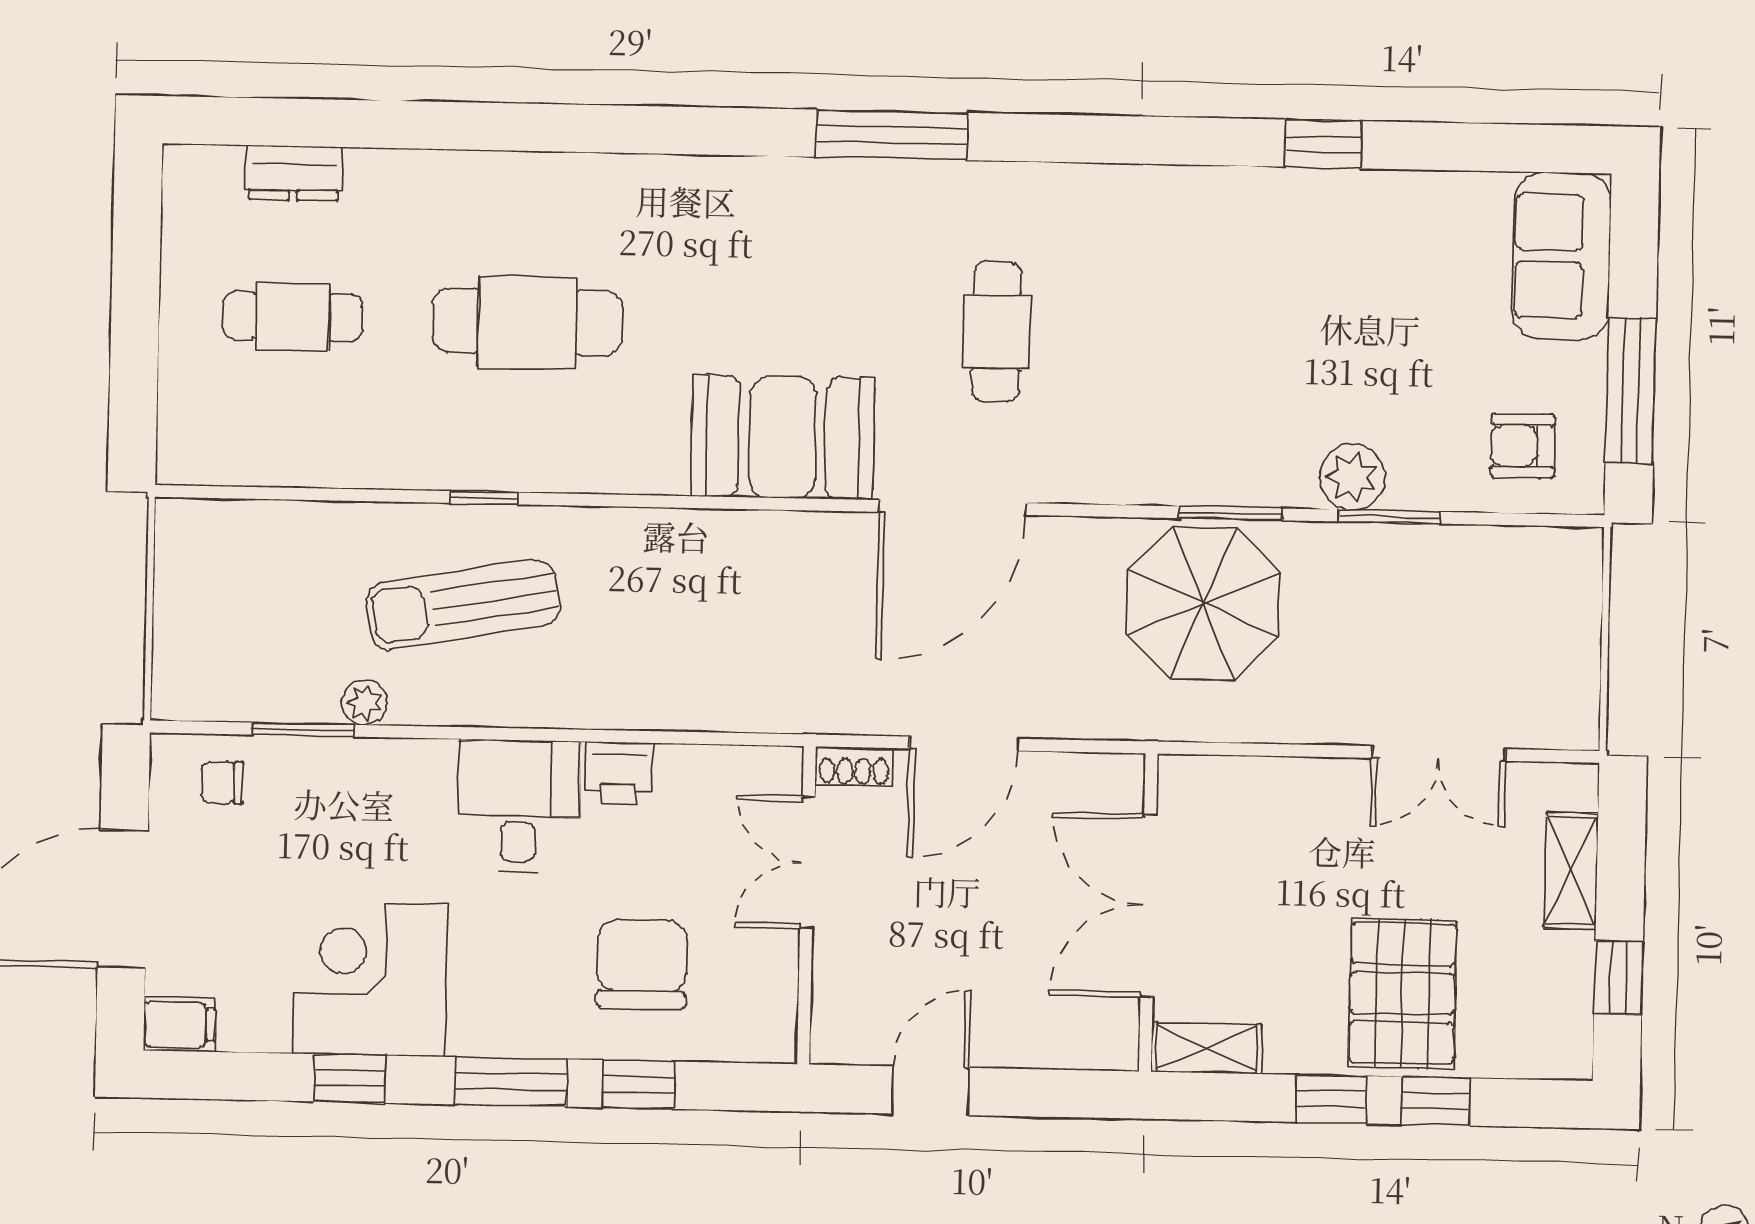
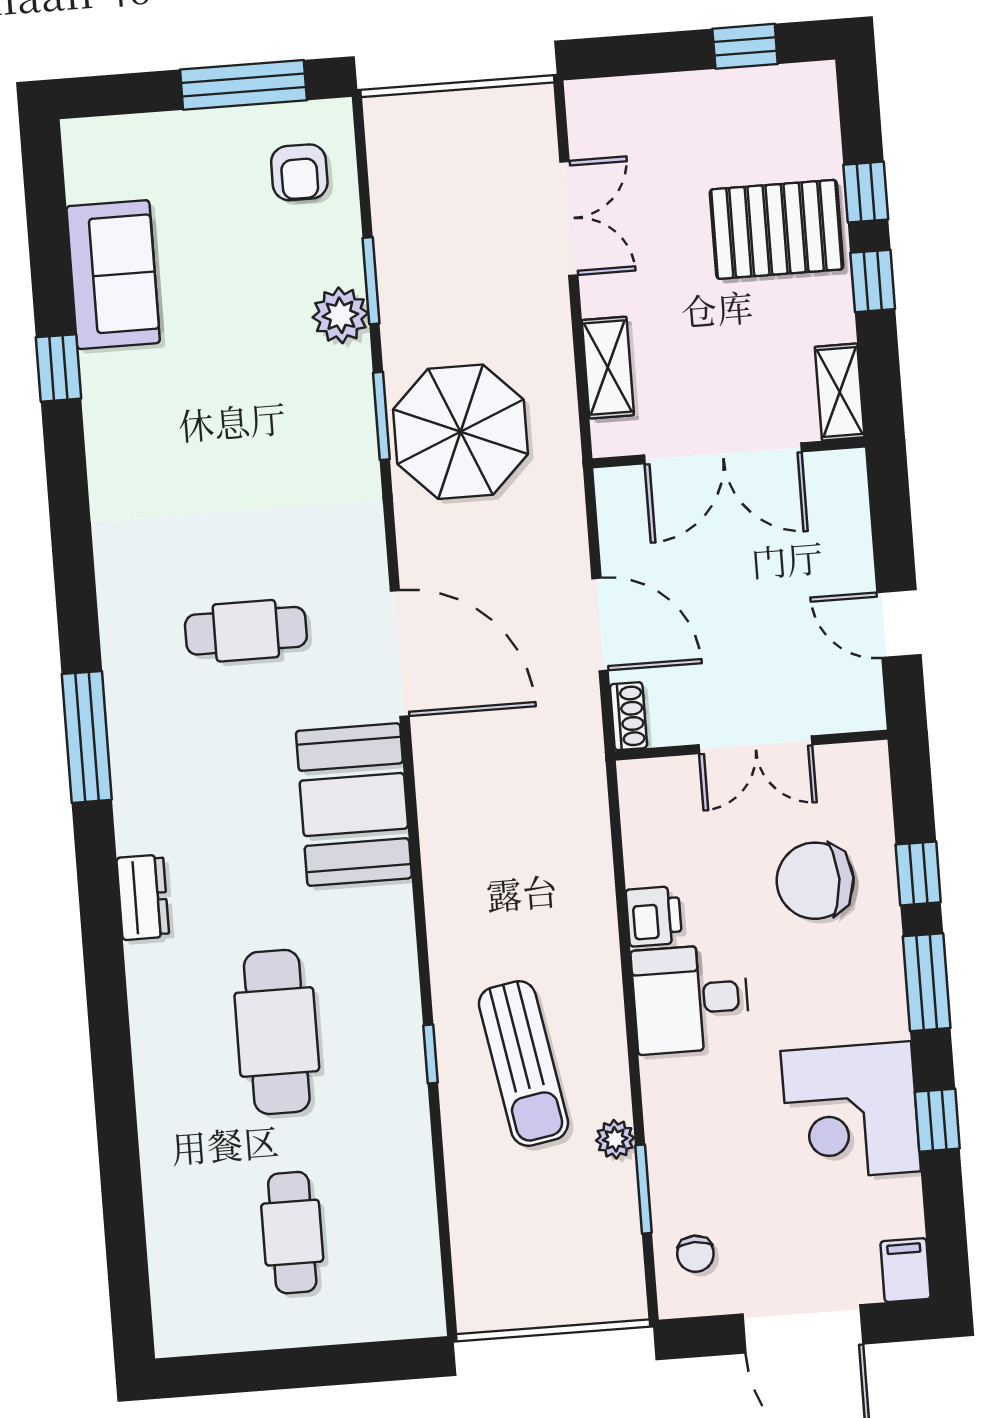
dresser: (294, 173) -> (143, 897), moved
sofa: (1562, 256) -> (113, 275), moved, turned -90
double door: (807, 862) -> (755, 745), moved
shelving: (1571, 871) -> (608, 368), moved, turned 90

